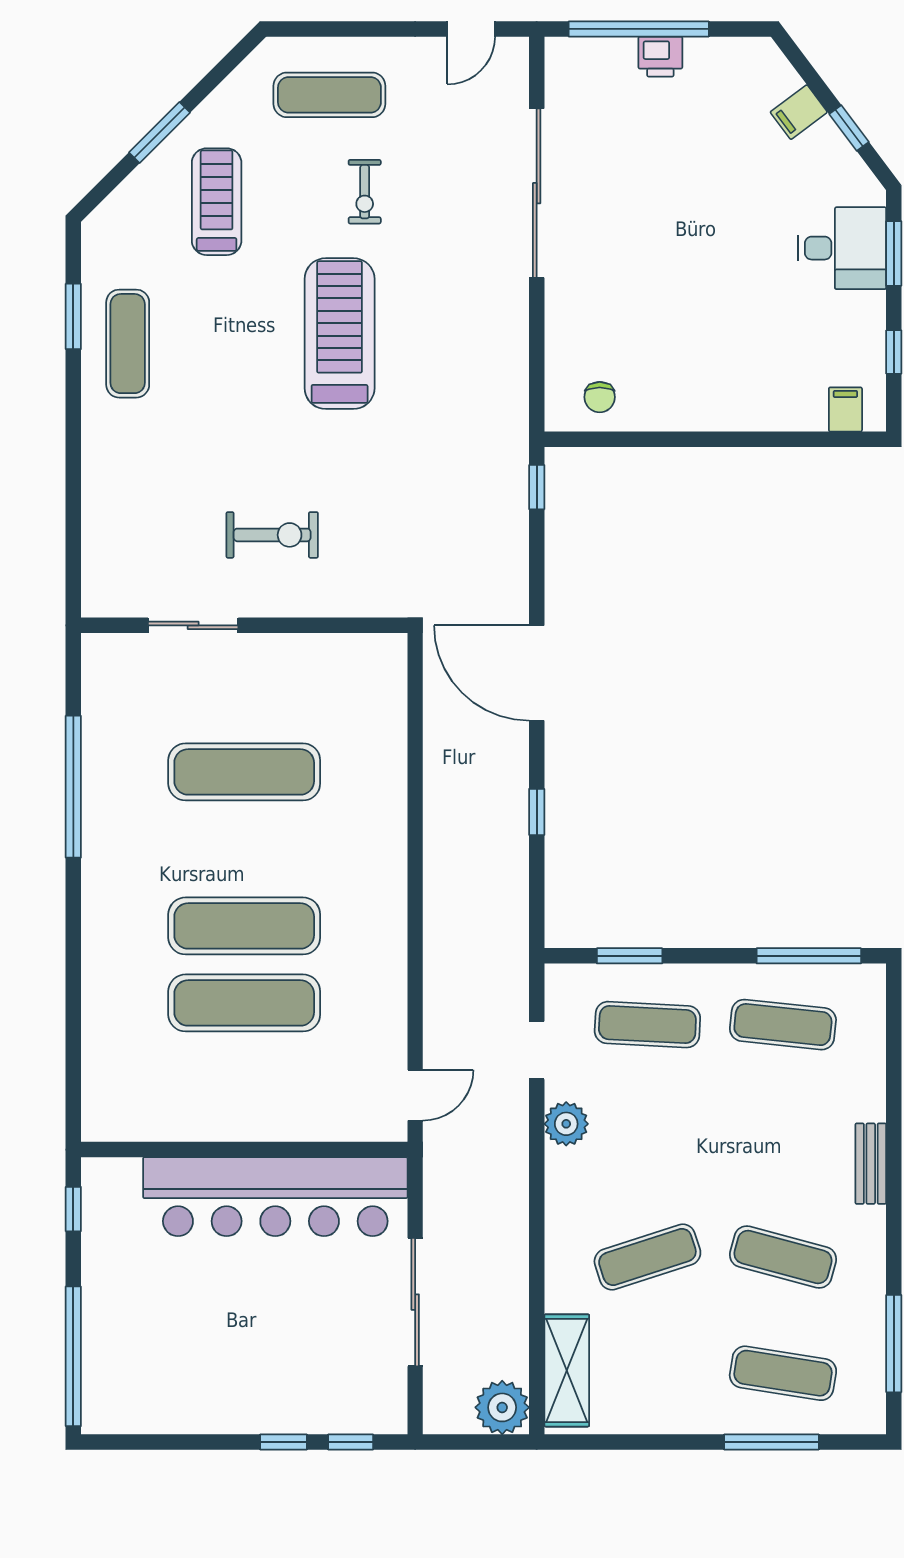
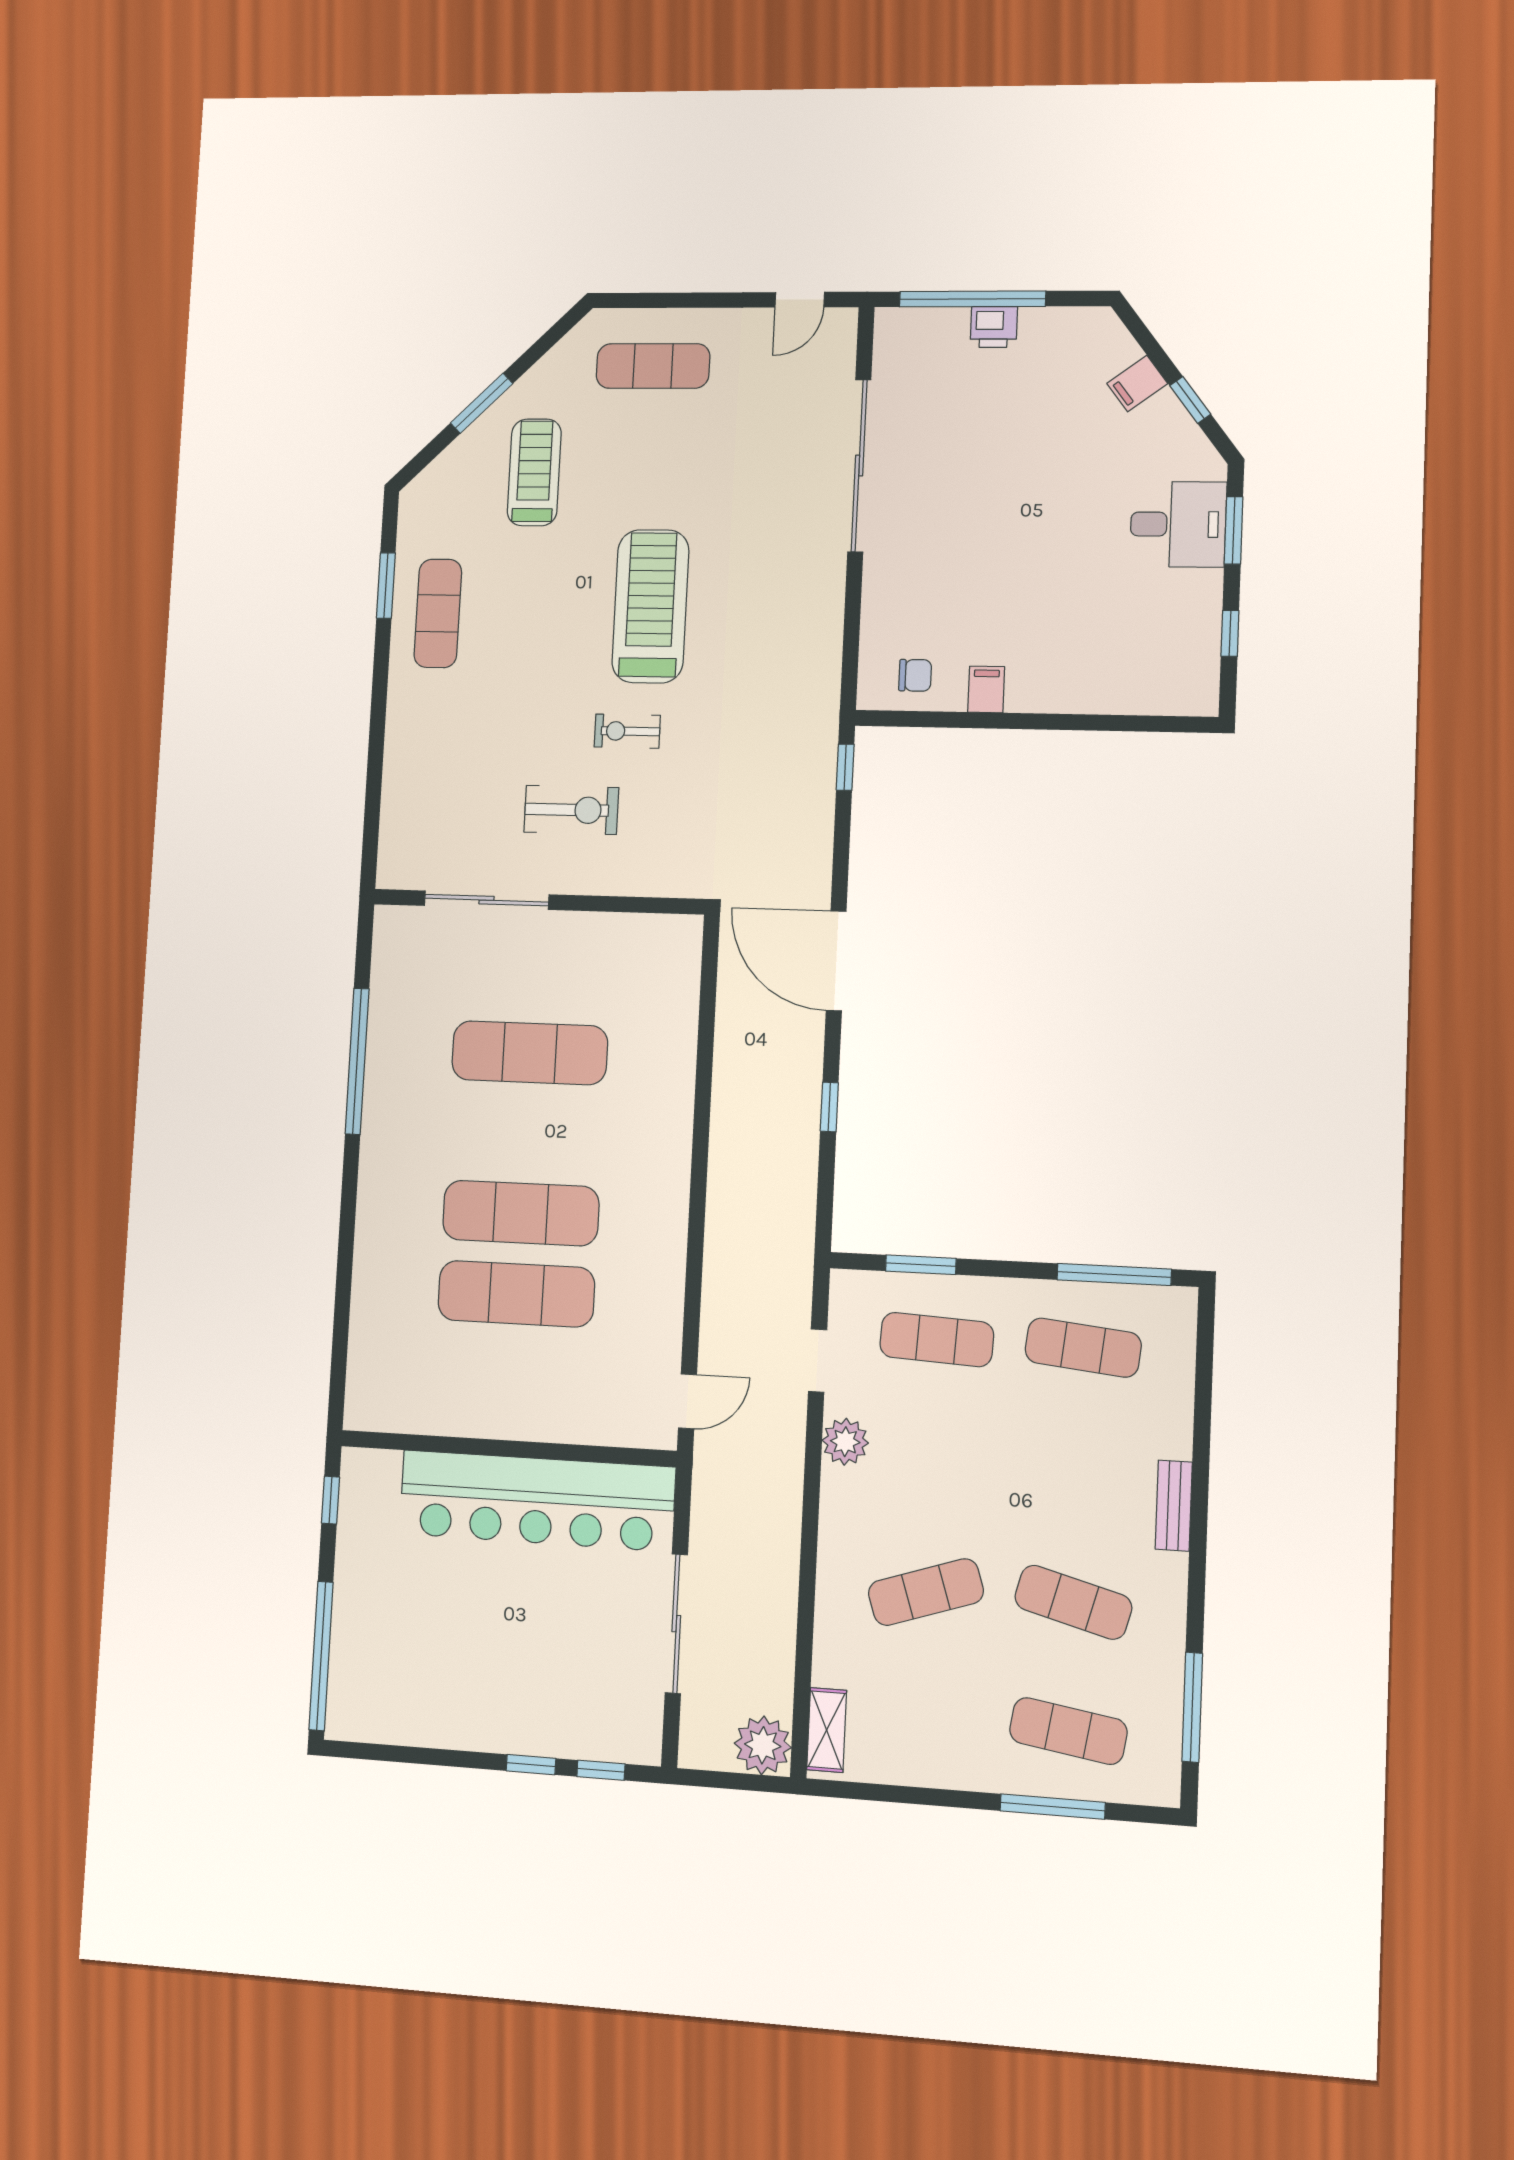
exercise bike: (365, 192) -> (627, 731), moved, turned 90
chair: (600, 397) -> (915, 675), turned -90
filing cabinet: (845, 409) -> (986, 689), moved
sliding door: (193, 625) -> (487, 900), width x1.37
shelving: (567, 1370) -> (827, 1730), width x0.67, depth x0.75

